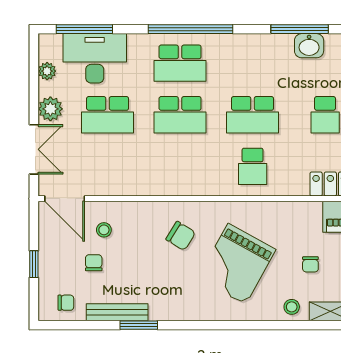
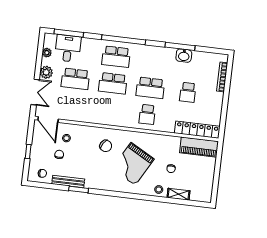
desk: (95, 58) -> (68, 48), width x0.73

